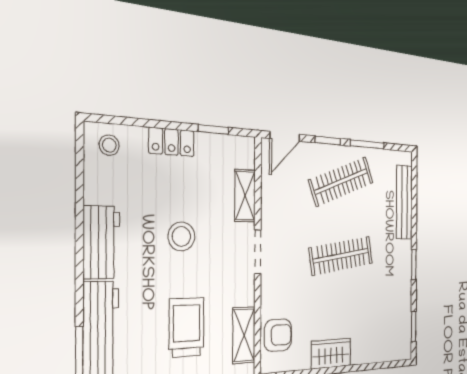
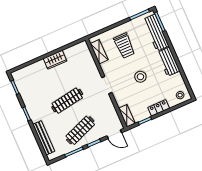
door: (285, 136) -> (114, 134), swing flipped
shelving: (245, 196) -> (127, 116), moved
armchair: (278, 335) -> (84, 57), removed

